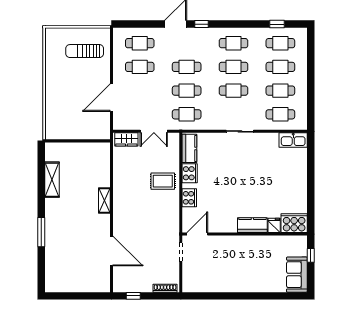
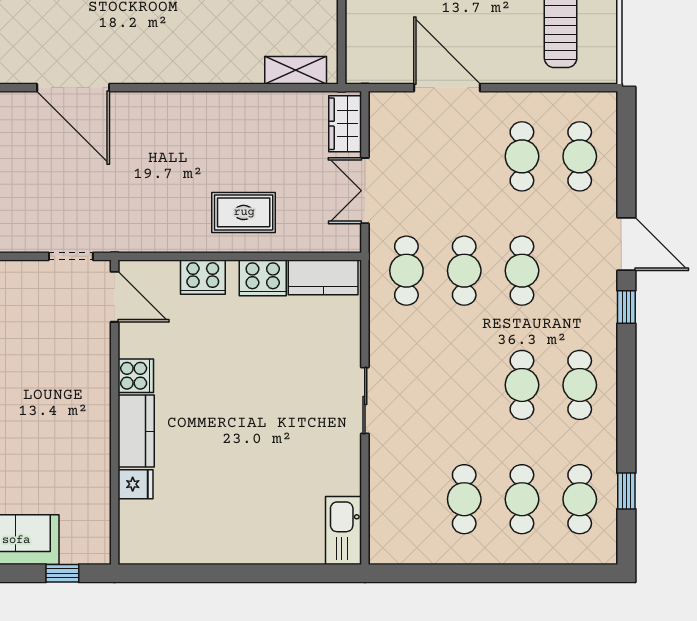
cafe table: (233, 91) -> (464, 385), removed
cafe table: (280, 114) -> (406, 499), removed
rug: (163, 181) -> (244, 212), turned 90
shelving: (104, 200) -> (296, 70), moved
cooker: (294, 223) -> (136, 376), moved, width x0.53, depth x0.76
door: (112, 251) -> (73, 88), hinge flipped

